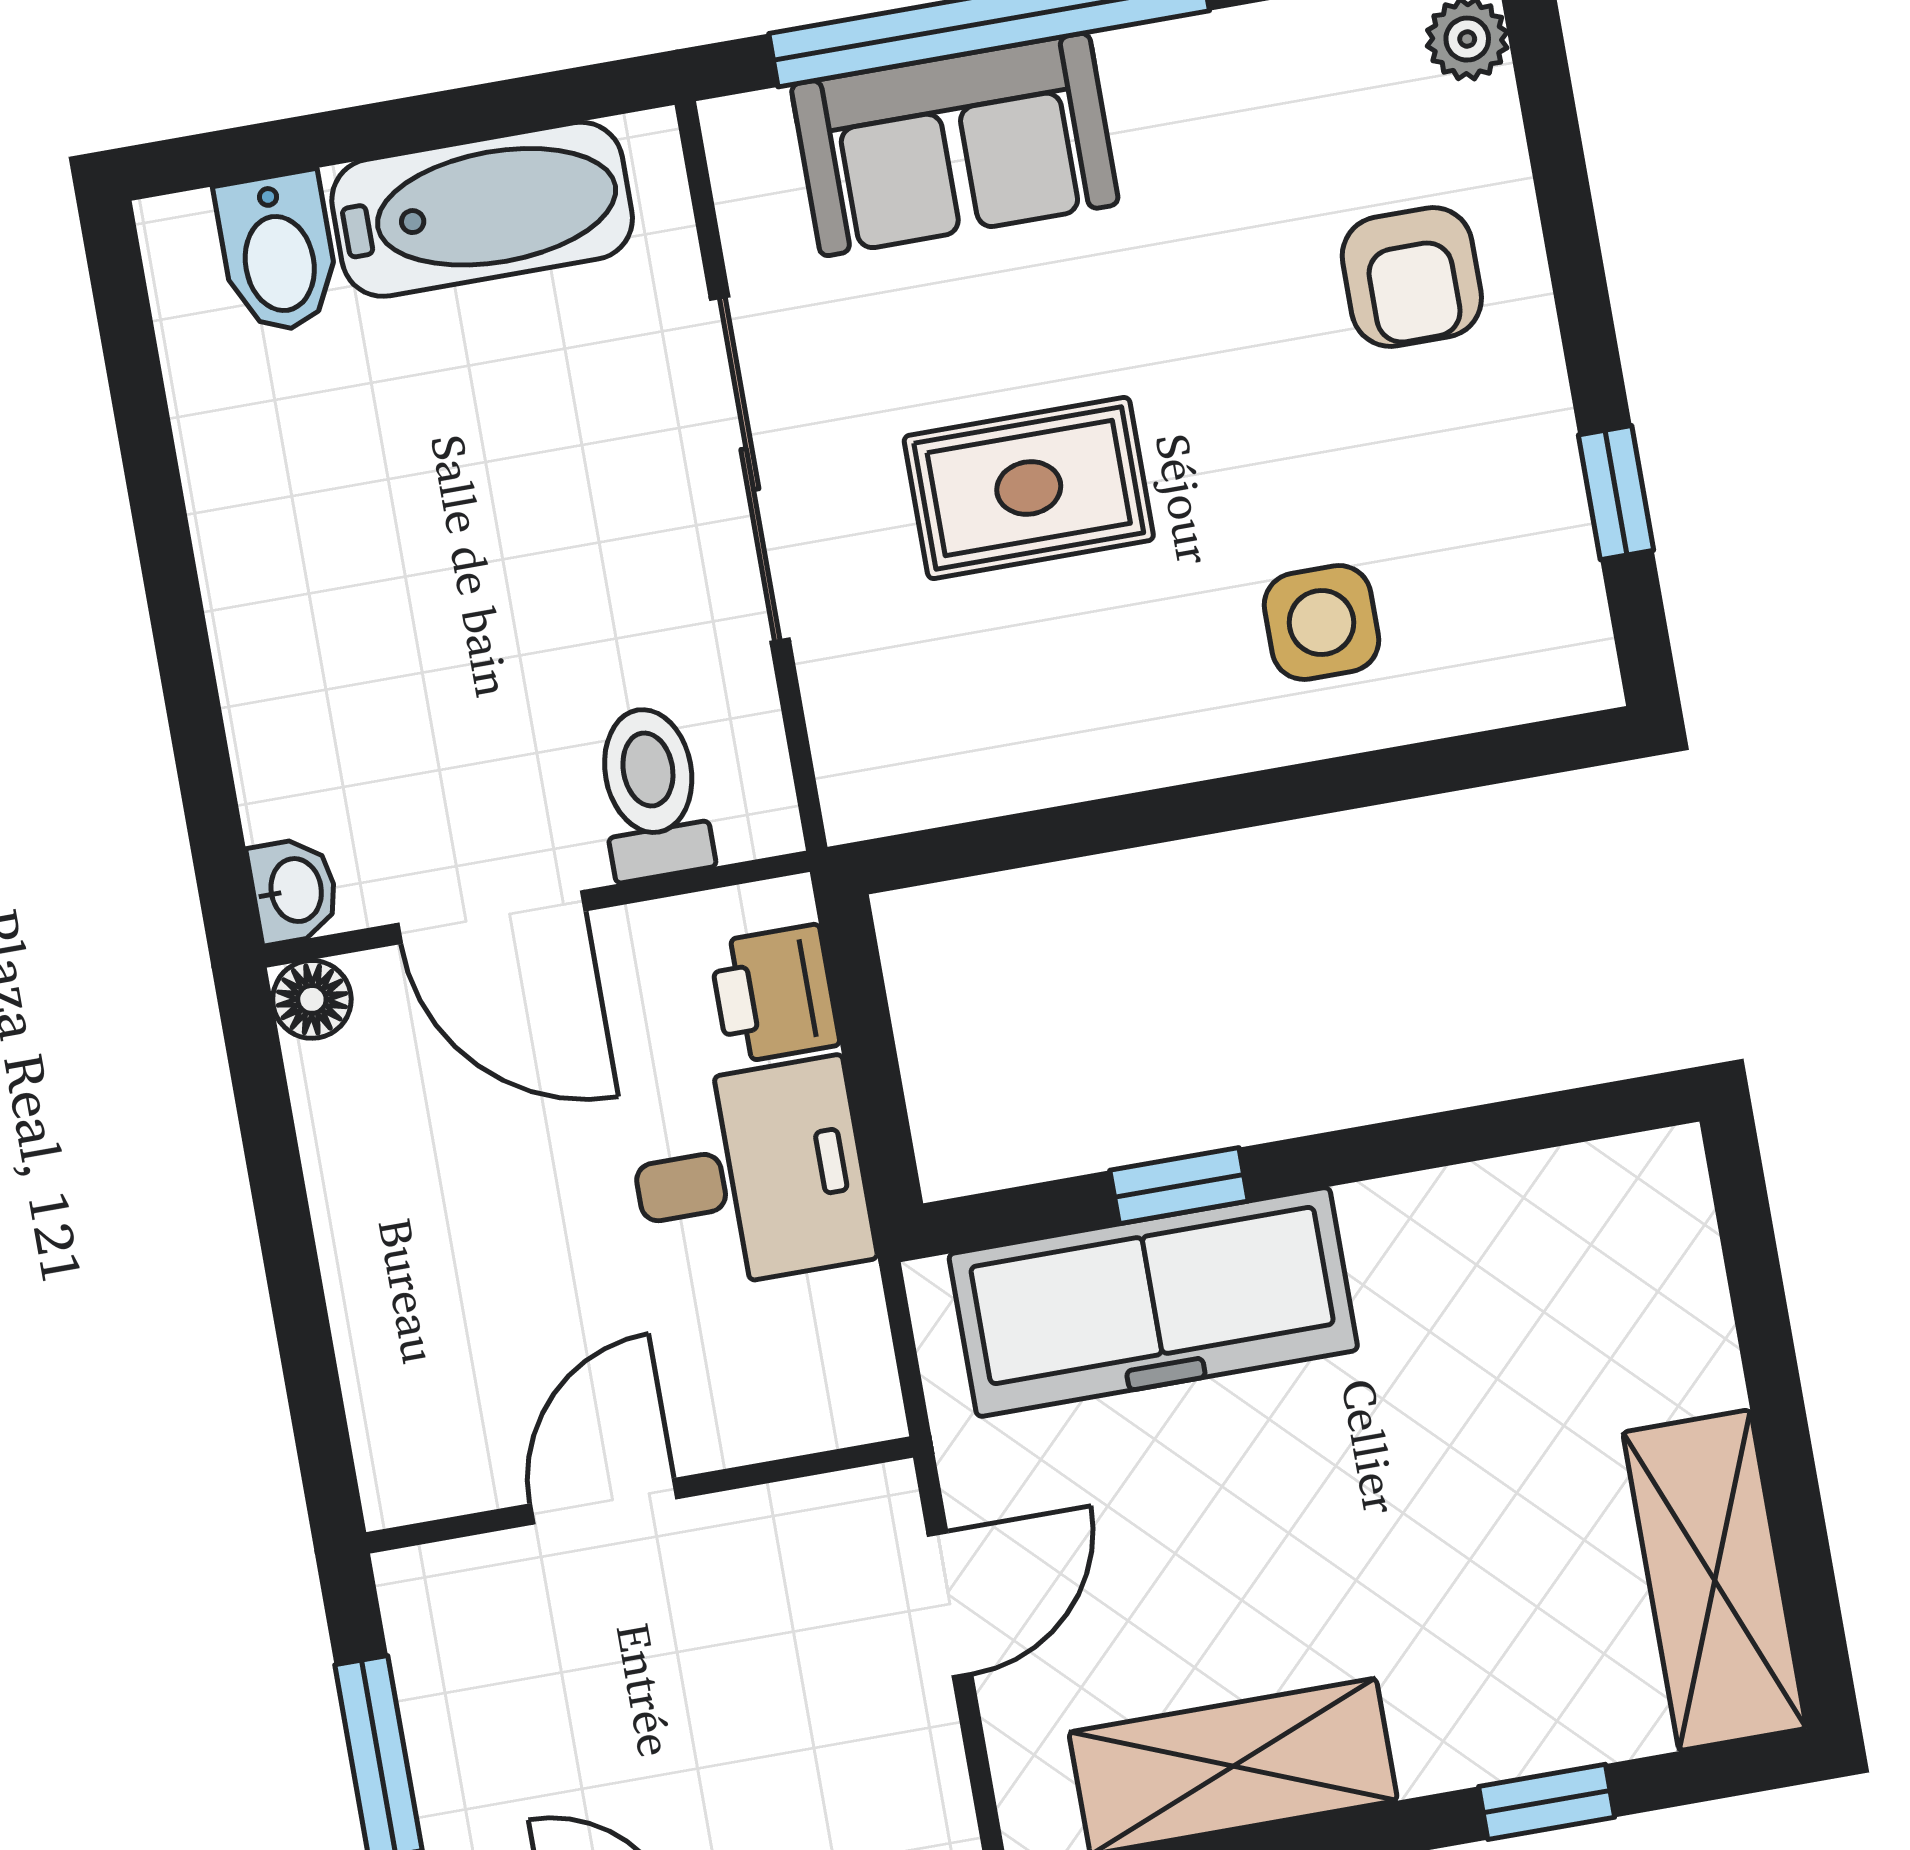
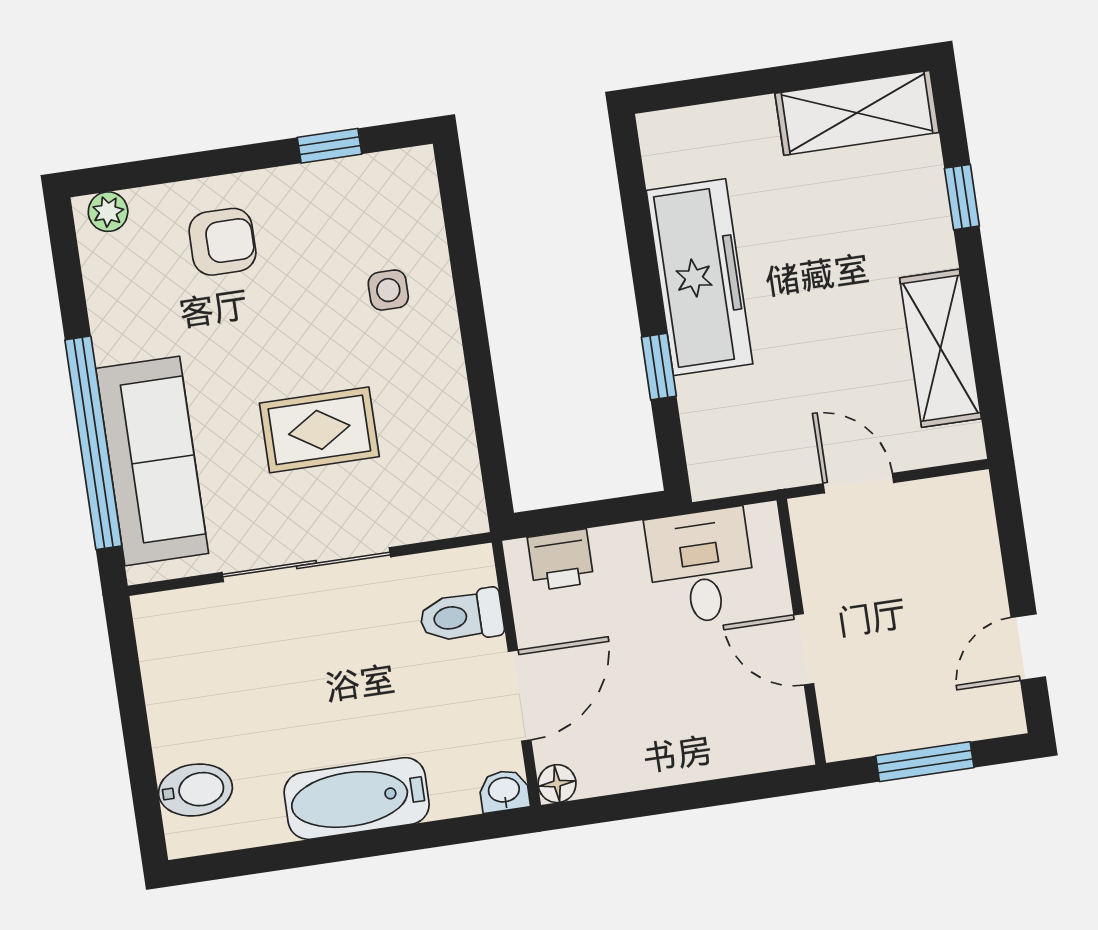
sofa: (955, 145) -> (152, 461), width x1.36
bathtub: (482, 209) -> (357, 798), moved, turned -90
rug: (1029, 488) -> (319, 430), turned 90
side table: (1322, 622) -> (388, 290), width x0.73, depth x0.73
desk: (749, 1175) -> (701, 566), moved
freezer: (1153, 1302) -> (700, 277), moved

